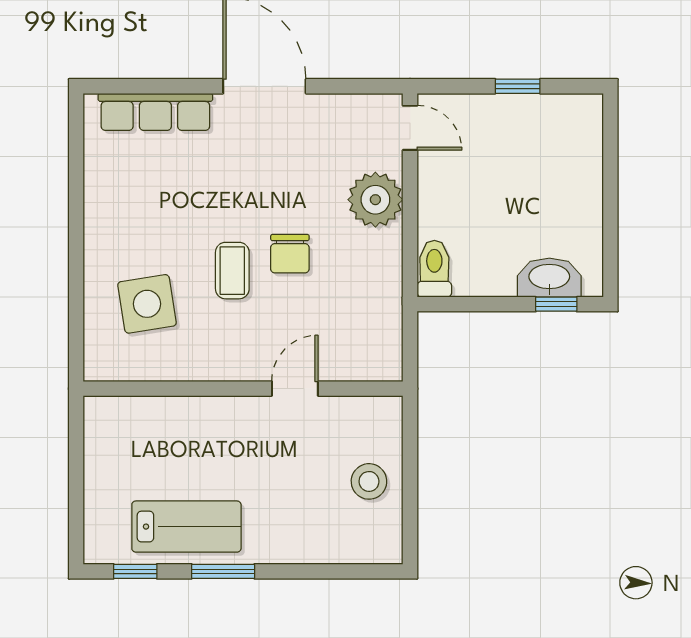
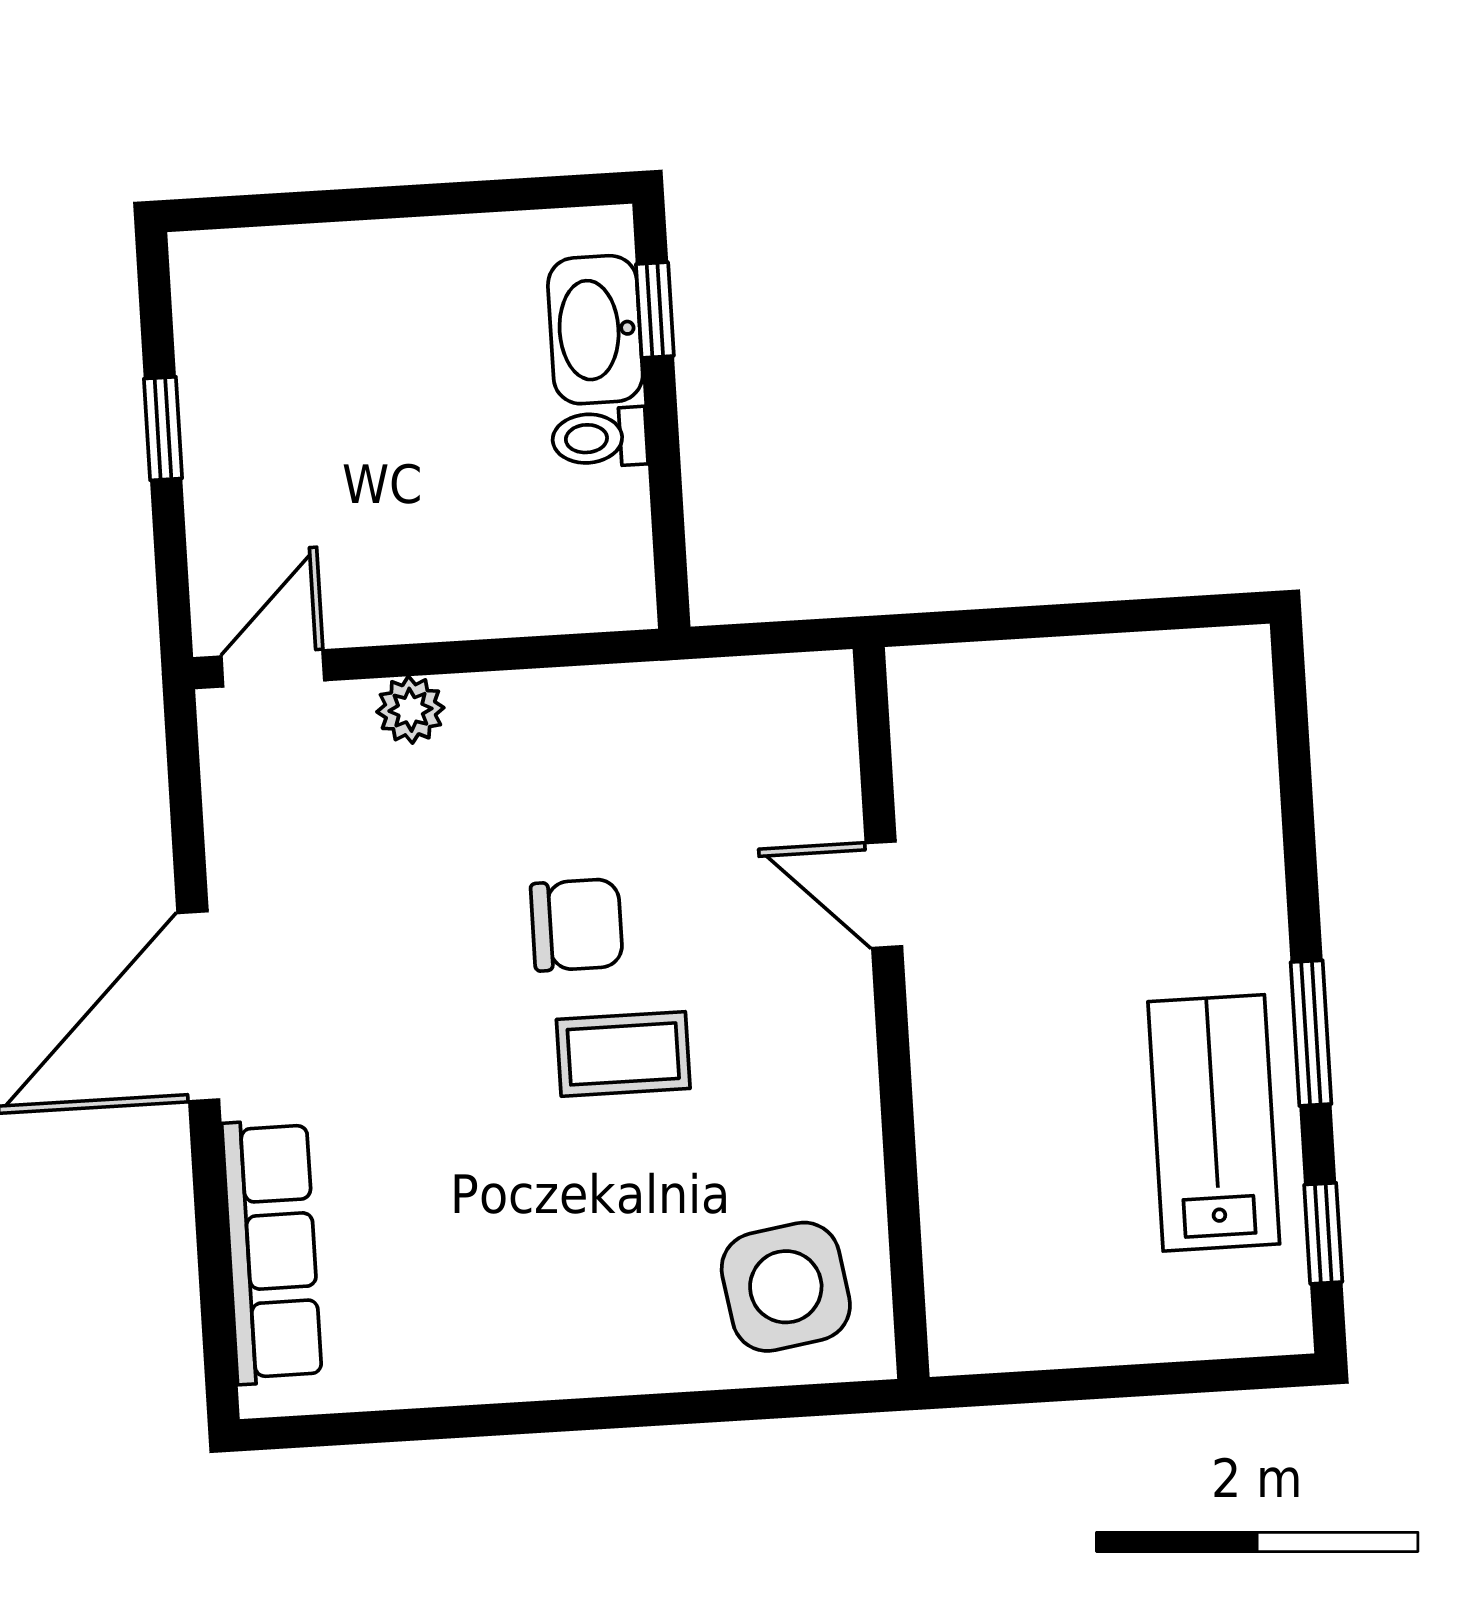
plant: (375, 200) -> (410, 710), width x0.53, depth x0.53
toilet: (434, 269) -> (600, 438), moved, width x0.73, depth x0.72
side table: (147, 304) -> (786, 1287), moved
stool: (369, 481) -> (1085, 713), removed

